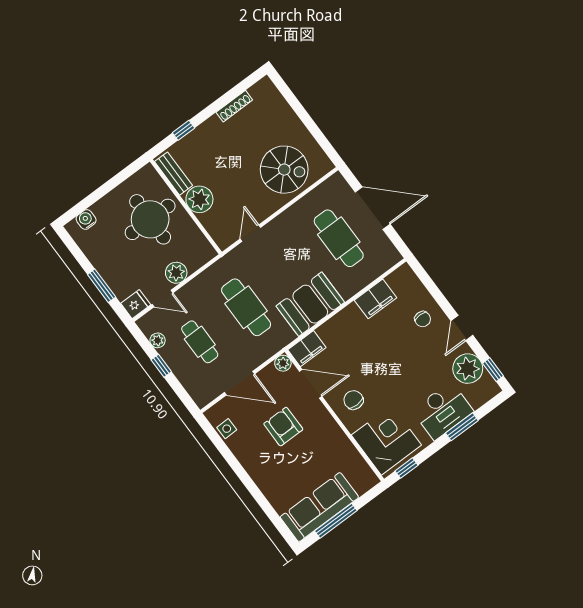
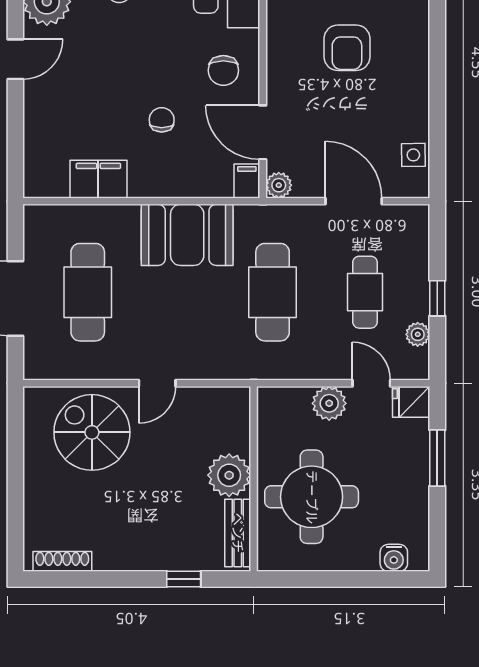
shoe rack: (234, 106) -> (62, 561), moved
door: (250, 233) -> (157, 383), moved
chair: (423, 319) -> (162, 120), moved
filing cabinet: (307, 349) -> (247, 181), width x0.50
armchair: (283, 427) -> (347, 48), moved

